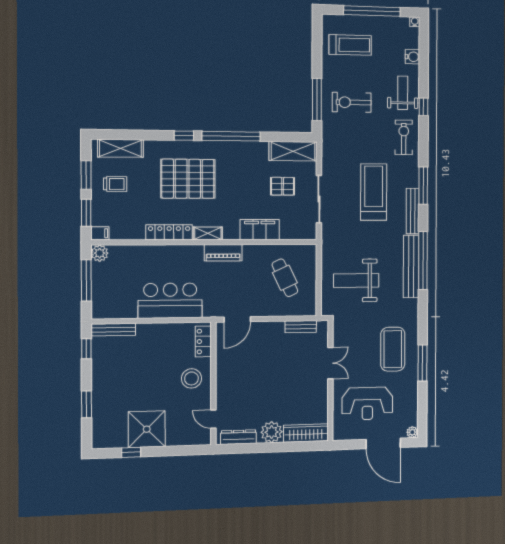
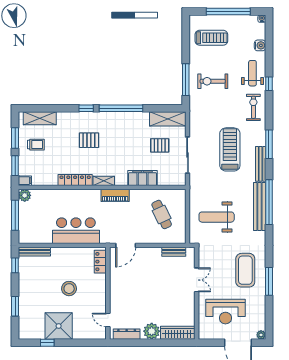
pallet: (188, 179) -> (89, 140), width x0.49, depth x0.50
stool: (191, 378) -> (69, 289), moved

